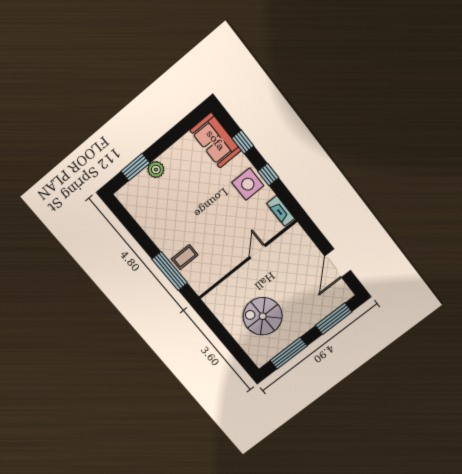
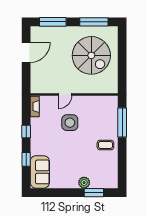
side table: (248, 184) -> (70, 123), moved
coffee table: (185, 257) -> (105, 145), moved
spiral stairs: (263, 316) -> (91, 55), width x1.37, depth x1.37

